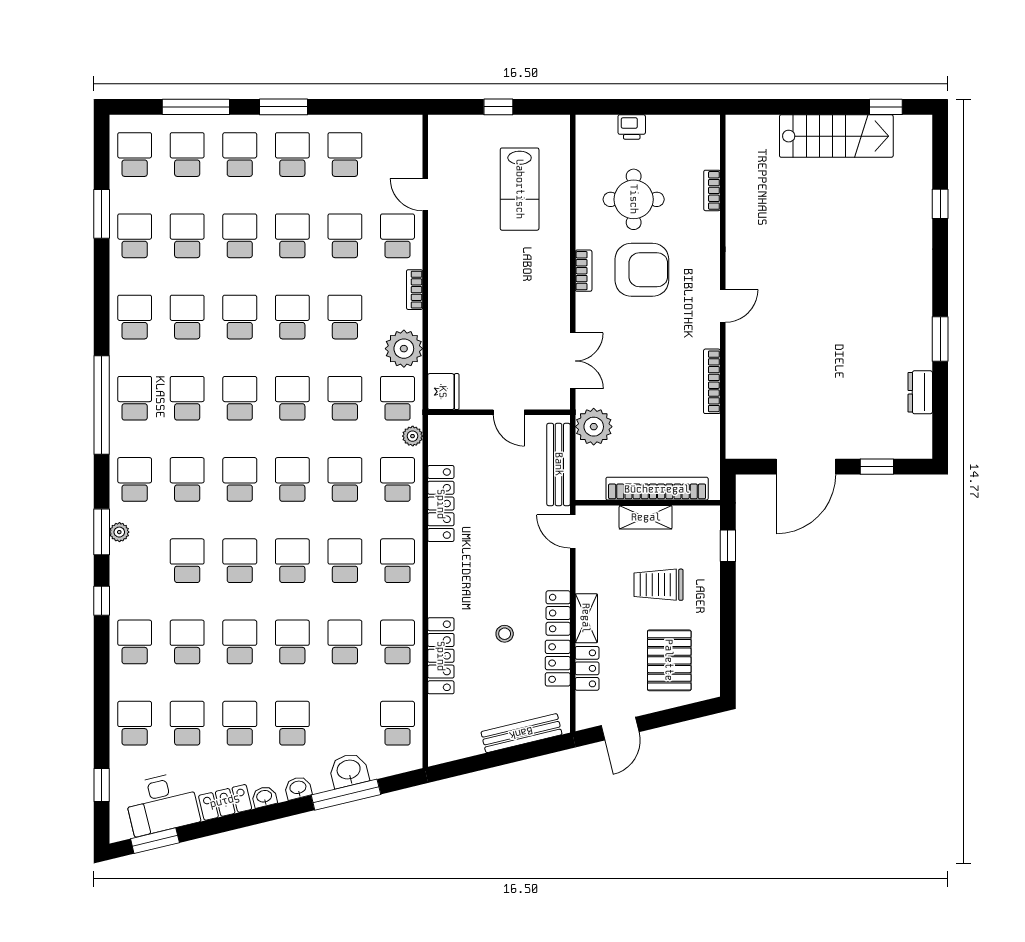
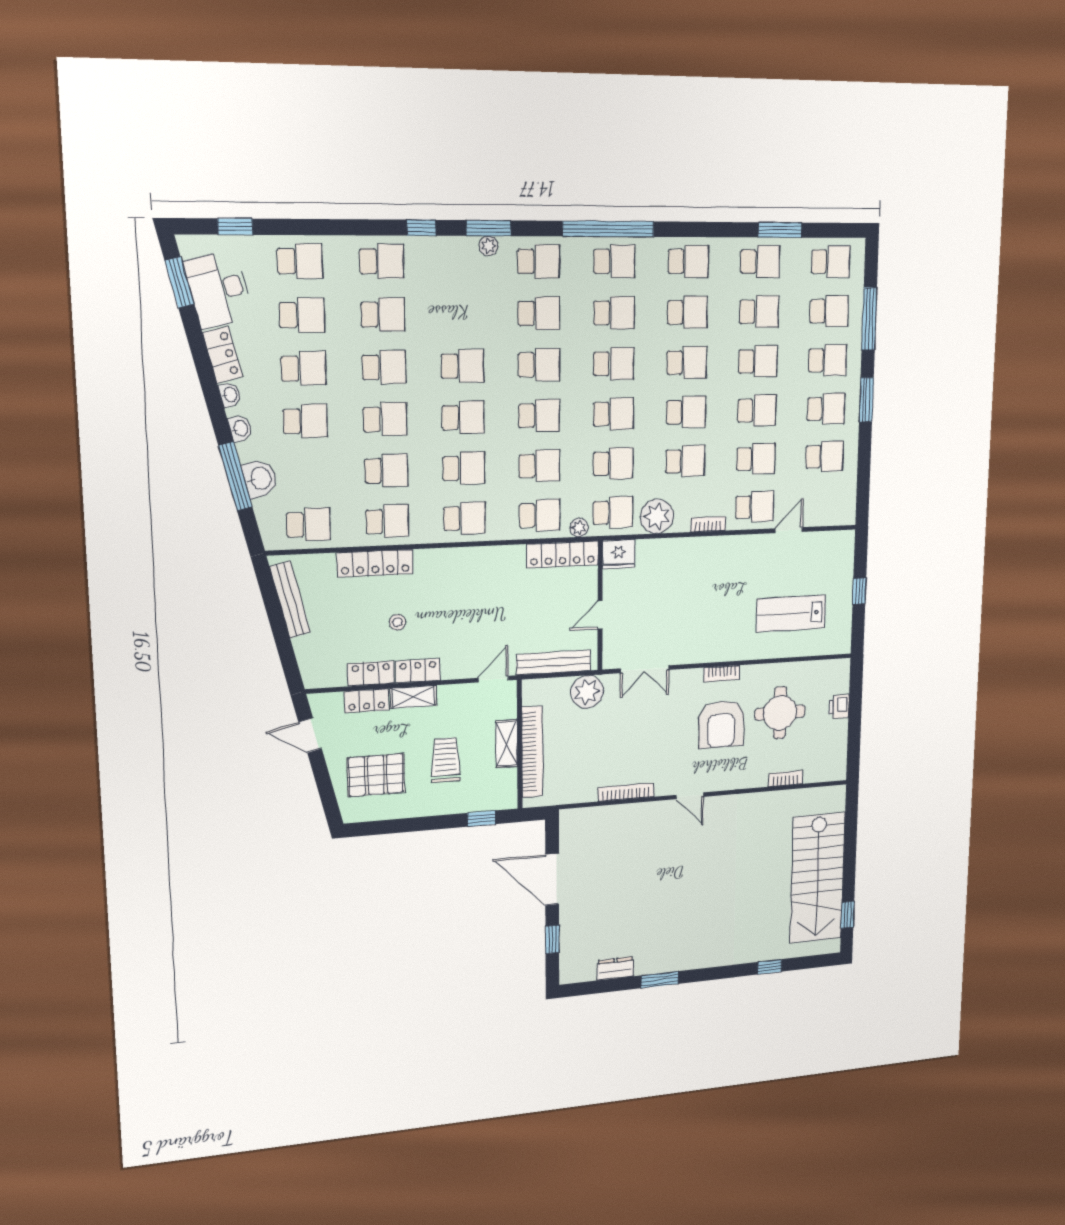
stairs: (836, 136) -> (817, 878), width x1.36, depth x1.51
locker: (441, 504) -> (563, 555), moved
school desk: (187, 561) -> (462, 314), removed
bench: (521, 733) -> (290, 600), moved

